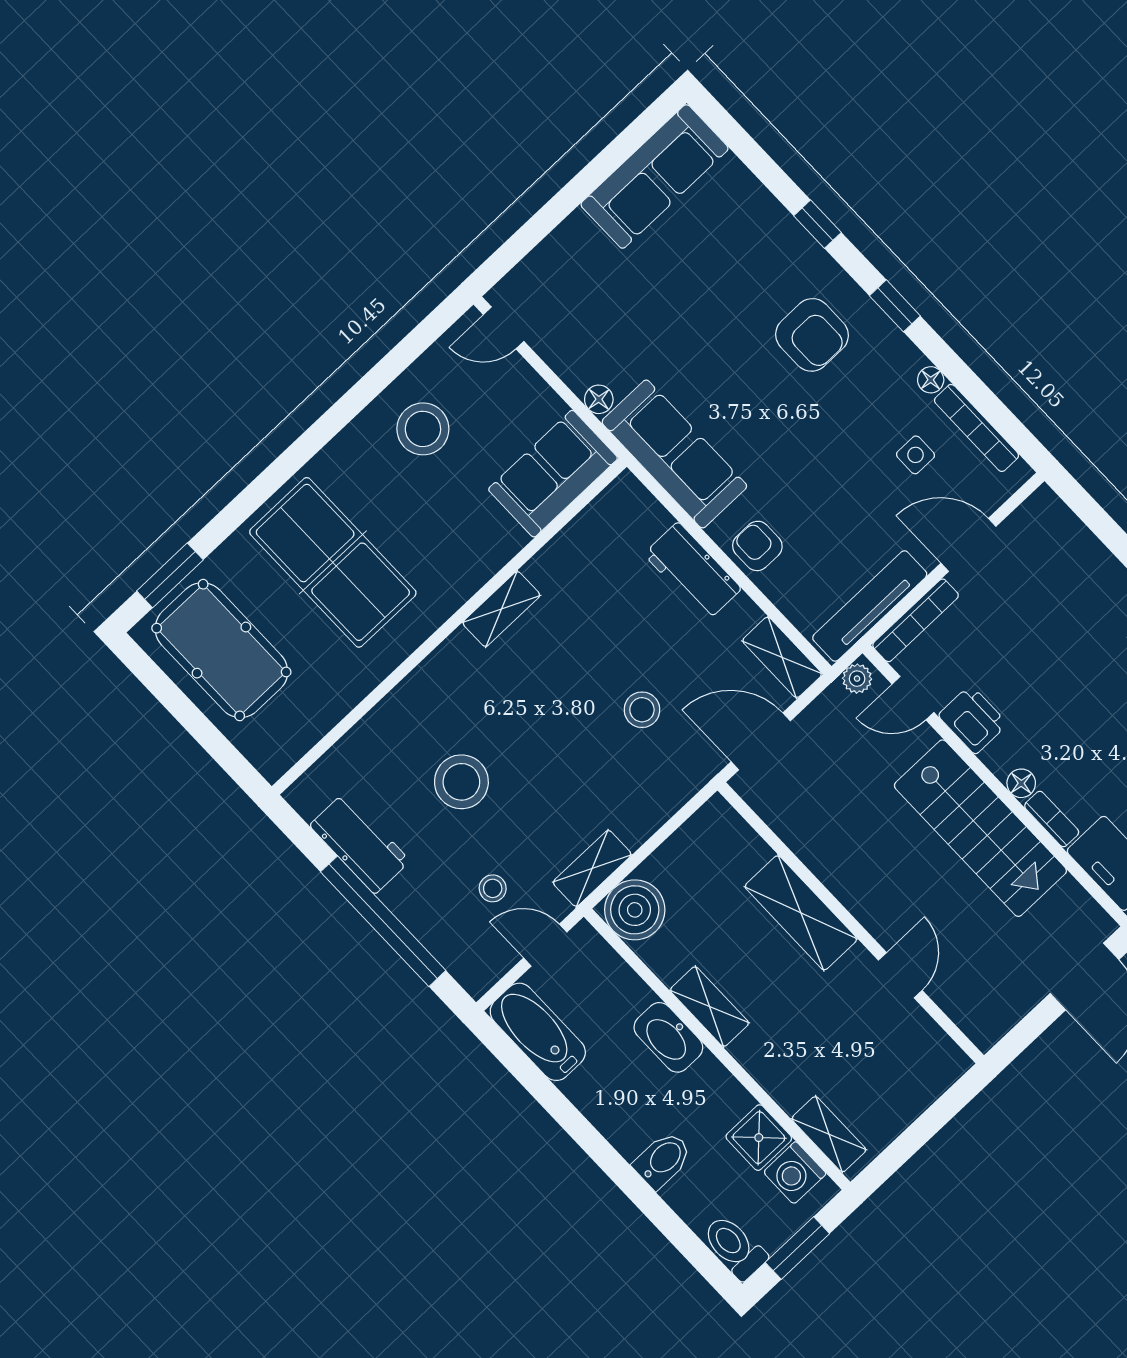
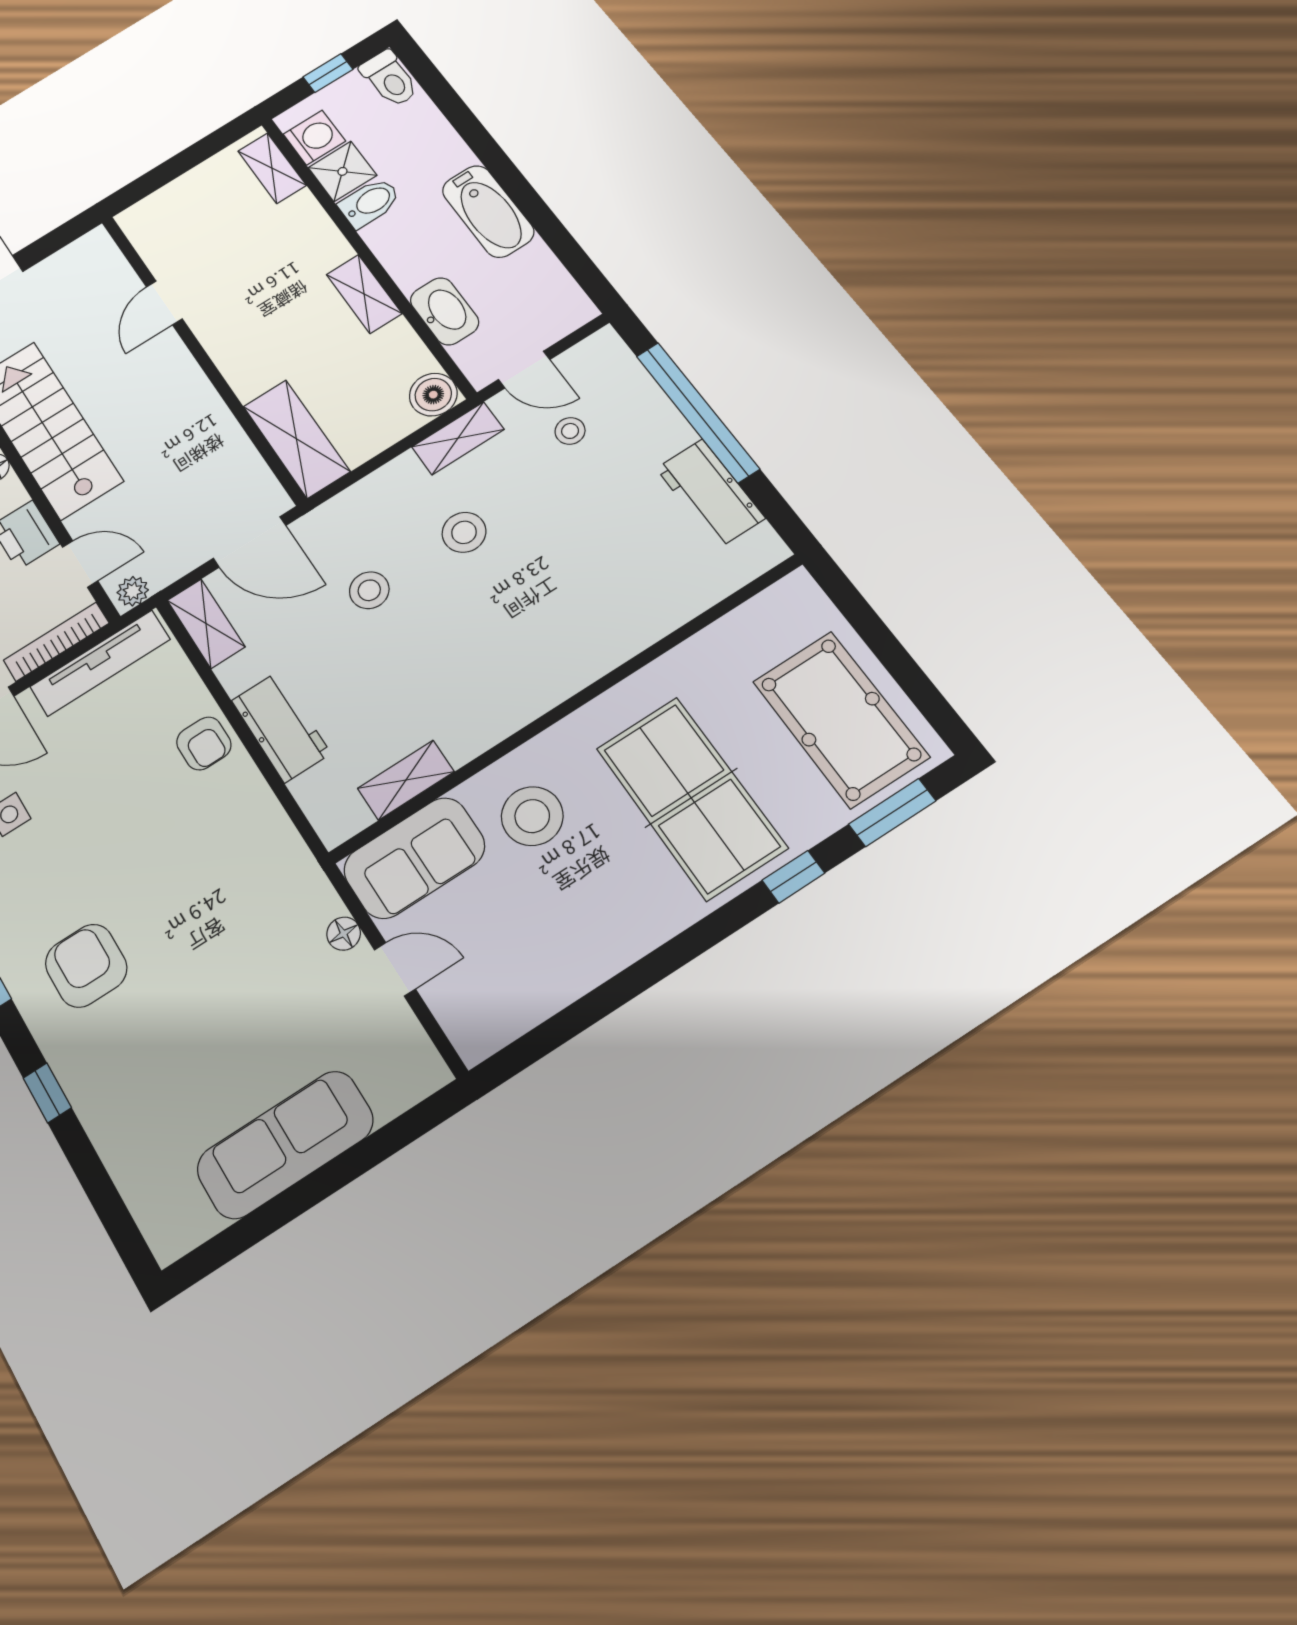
sofa: (655, 176) -> (285, 1145), moved
door: (504, 328) -> (395, 969), moved
stool: (423, 429) -> (532, 816), moved
sofa: (674, 454) -> (272, 858), removed
window: (241, 508) -> (793, 877), added
shelving: (501, 609) -> (406, 780), moved
stool: (461, 782) -> (464, 532), moved, width x0.73, depth x0.73
boiler: (635, 910) -> (433, 395), width x0.73, depth x0.73
shelving: (801, 913) -> (296, 439), moved
bathtub: (538, 1032) -> (488, 211), moved
washbasin: (668, 1037) -> (444, 311), moved
bidet: (663, 1160) -> (370, 203), moved, turned 180
window: (797, 1248) -> (328, 73), width x0.67

